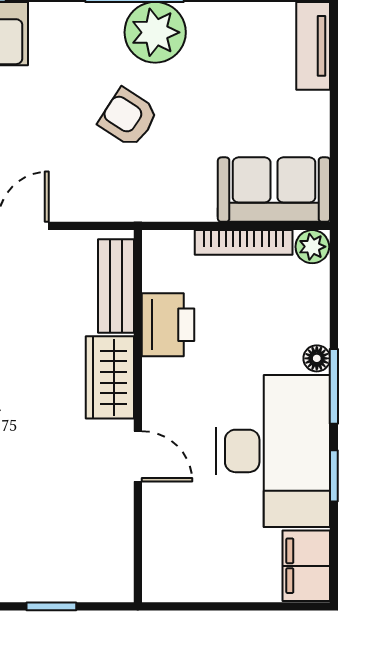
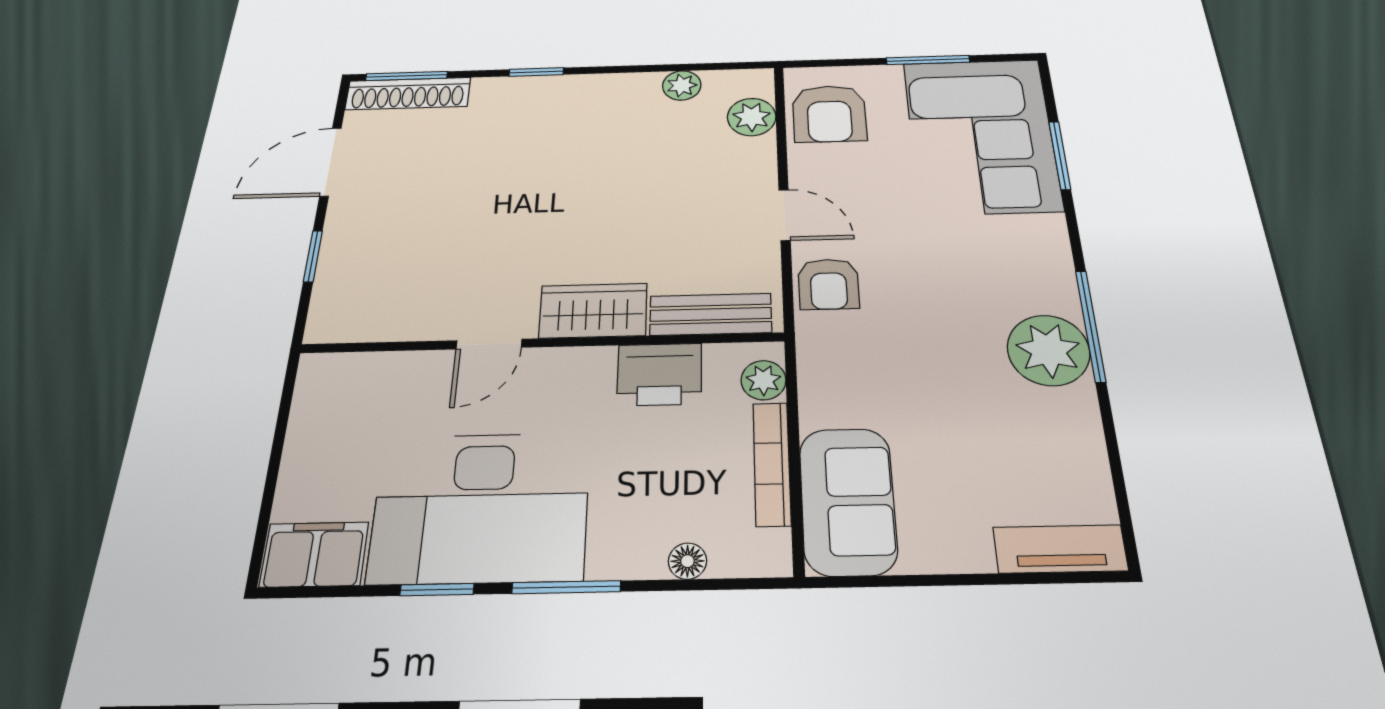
armchair: (128, 118) -> (828, 284), moved, turned 147
plant: (312, 247) -> (763, 380), moved
floor lamp: (317, 358) -> (687, 561), moved

